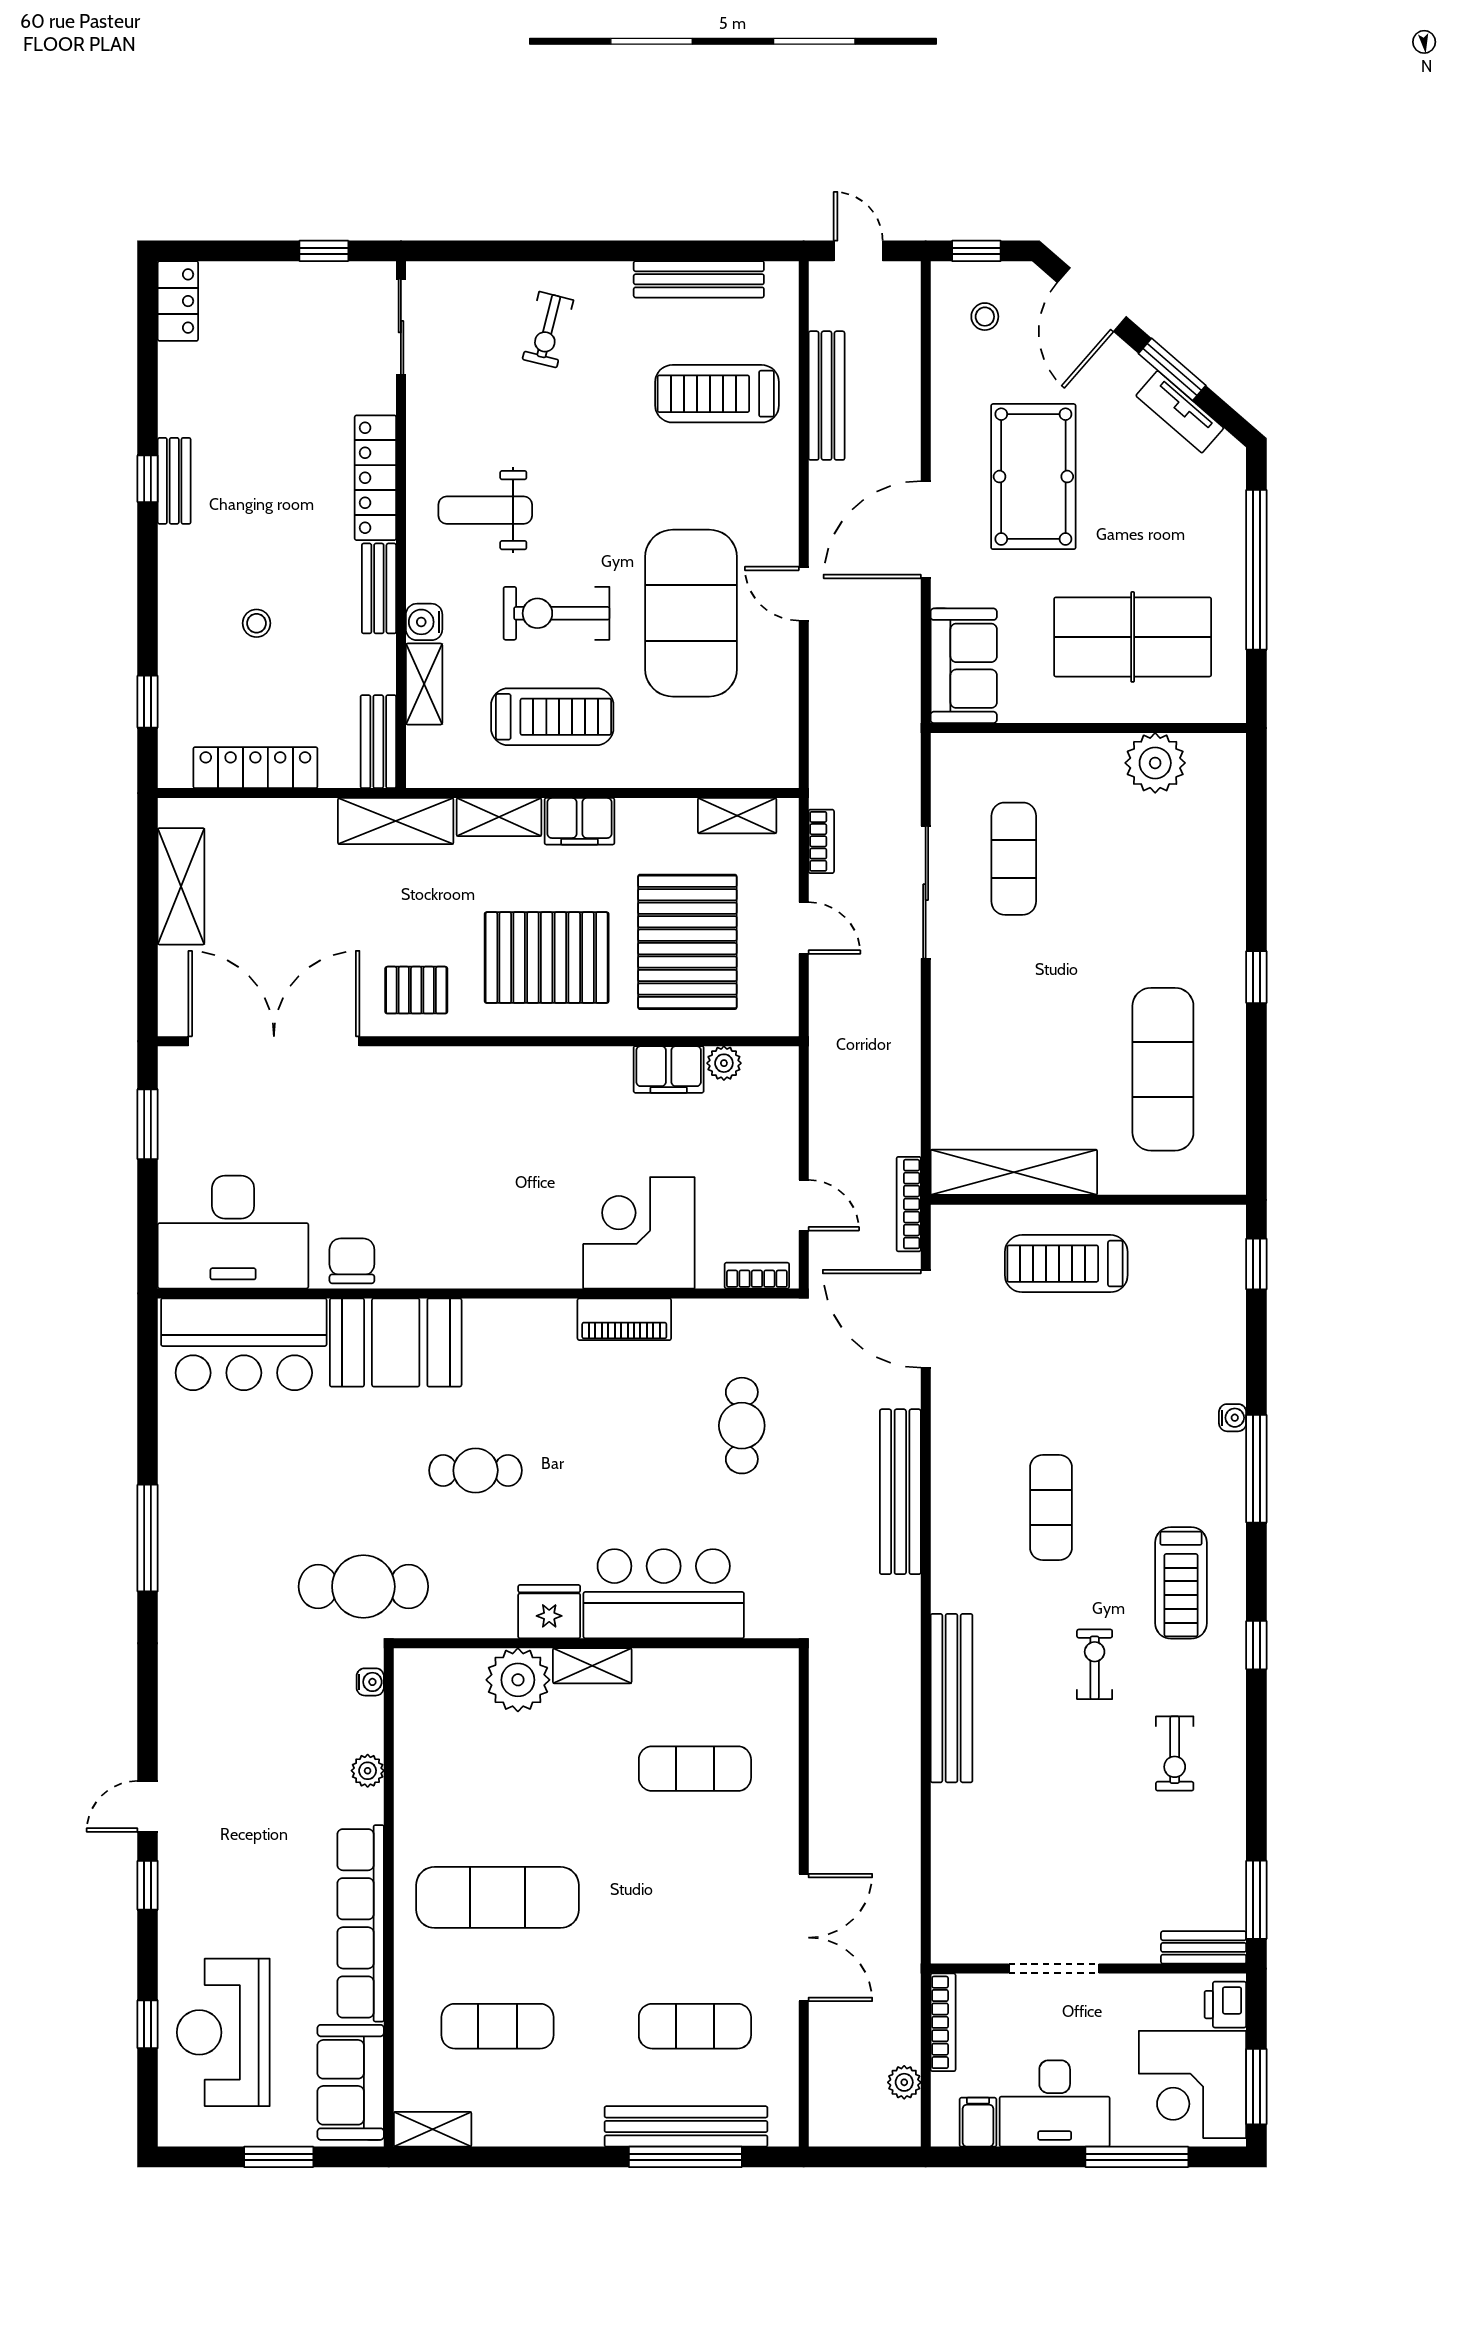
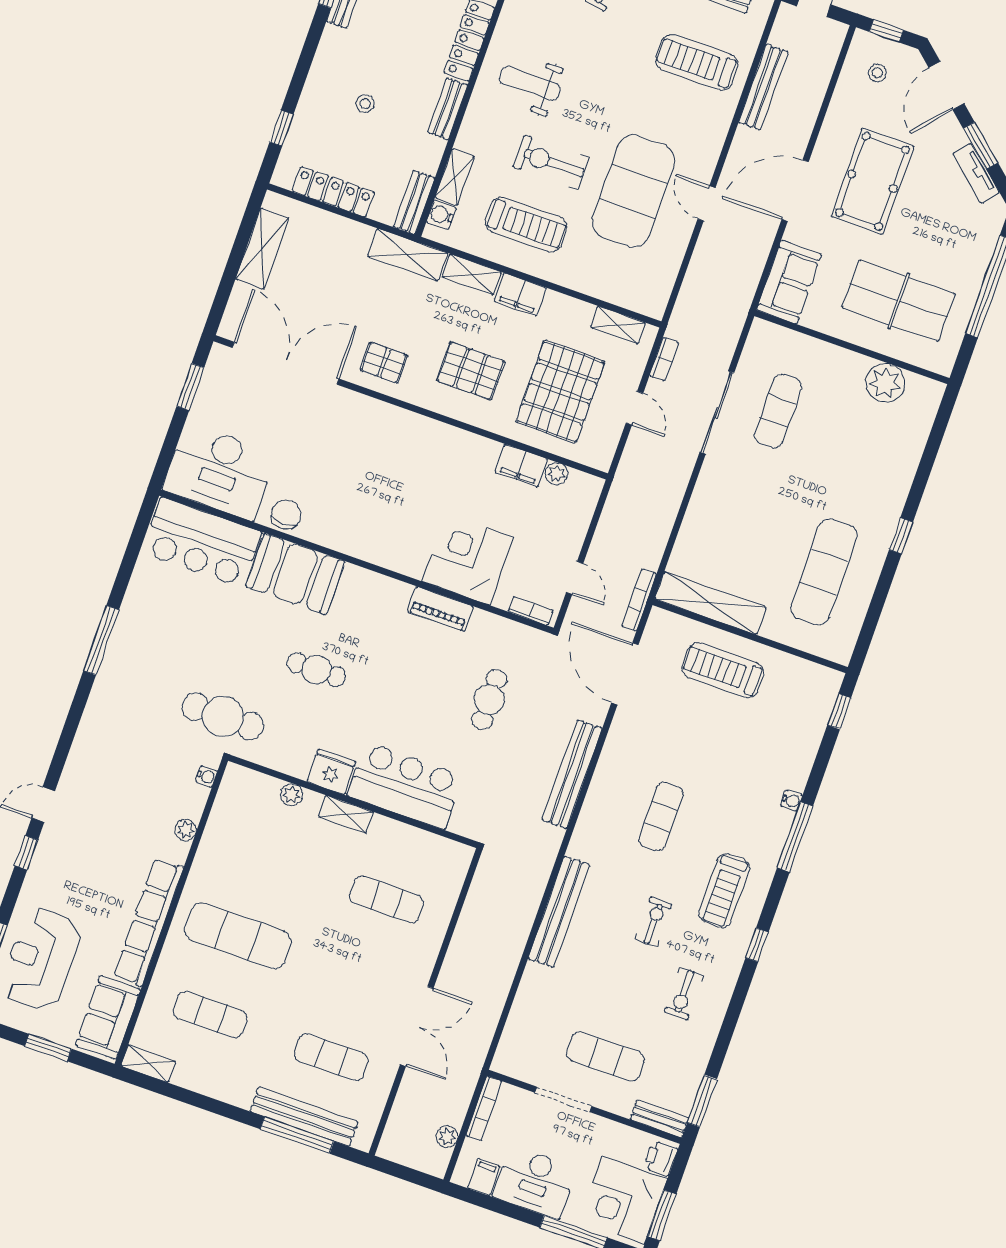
water cooler: (424, 622) -> (441, 215), moved
pallet: (547, 958) -> (471, 371), width x0.73, depth x0.71
plant: (518, 1680) -> (291, 795), width x0.53, depth x0.53
exercise mat: (1093, 1884) -> (606, 1056), added

